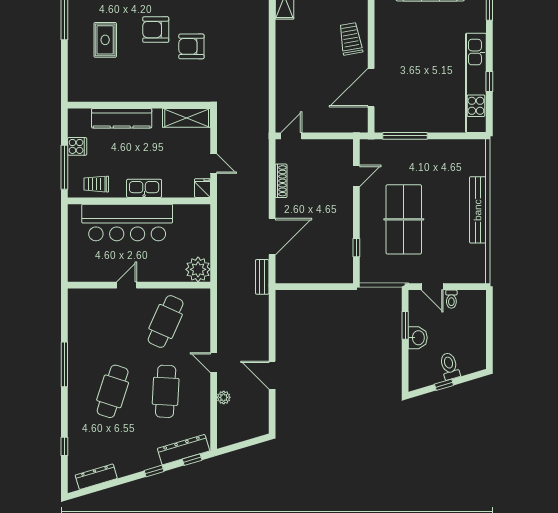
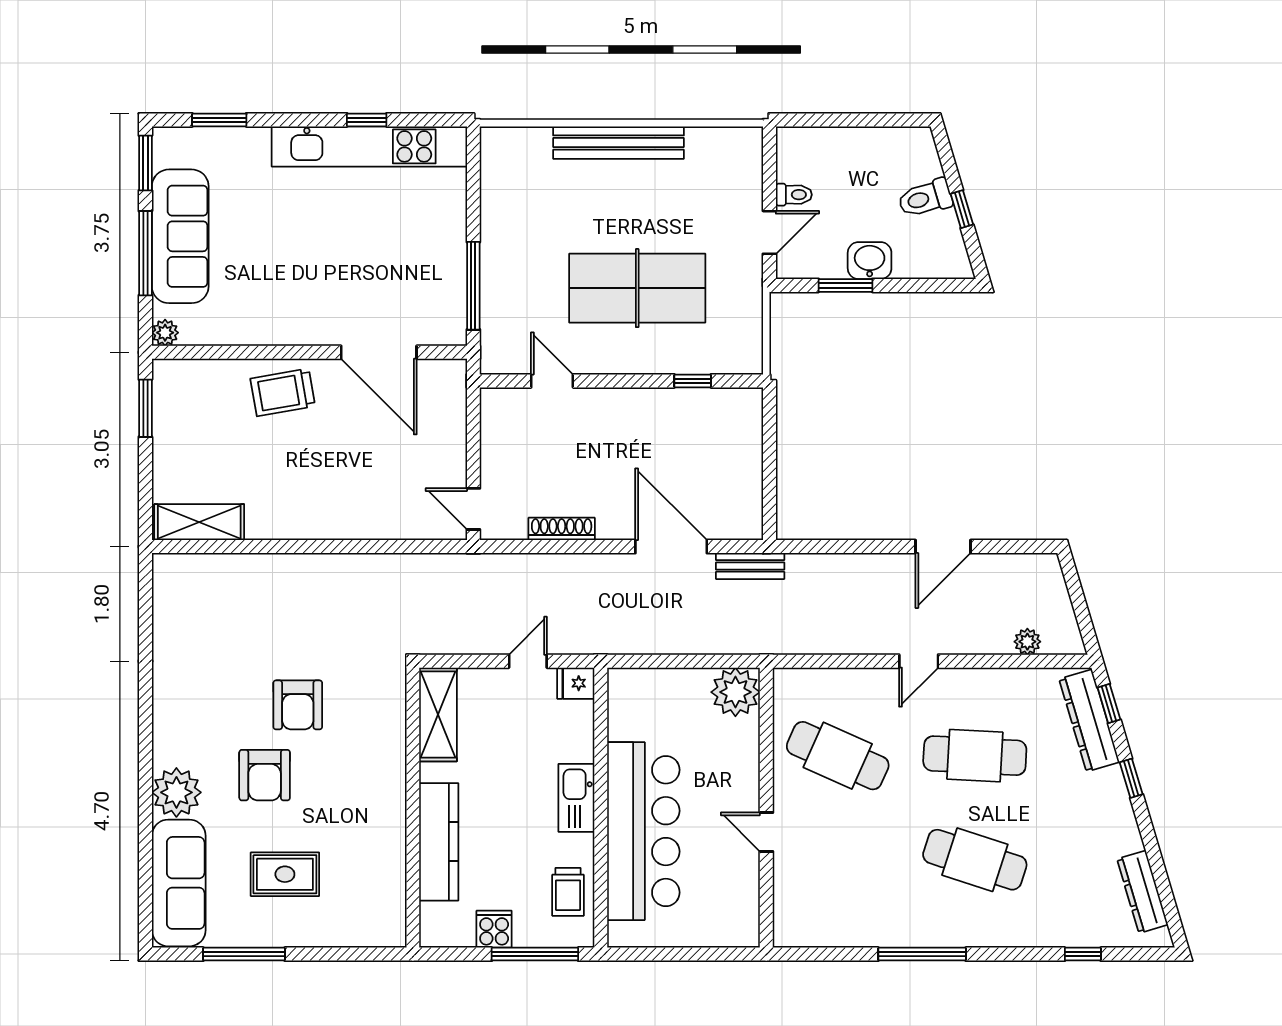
plant: (224, 397) -> (1027, 642), moved

